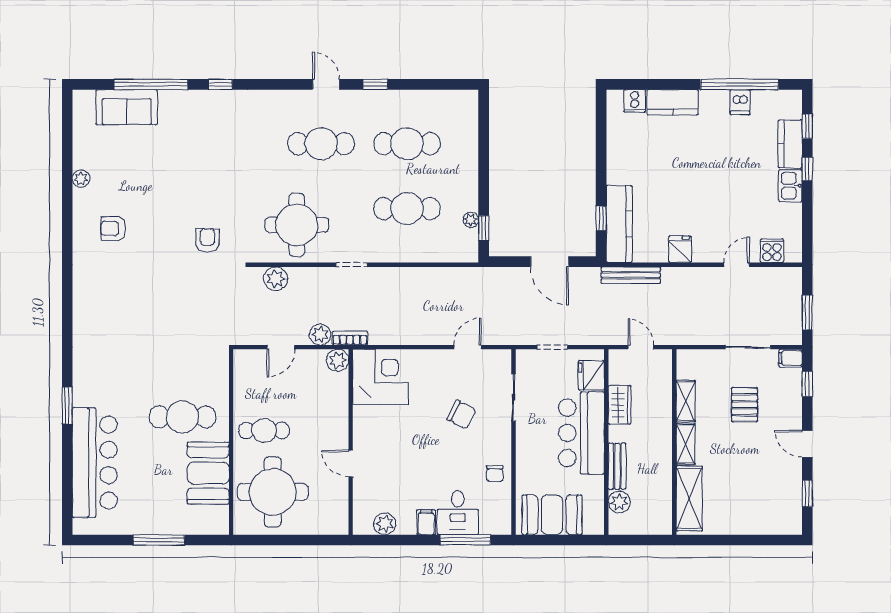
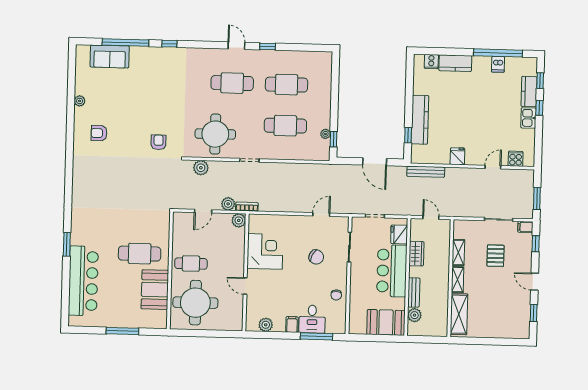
kitchen counter: (619, 224) -> (420, 120), moved
corner desk: (380, 377) -> (265, 251), moved
booth: (552, 515) -> (386, 322), moved

